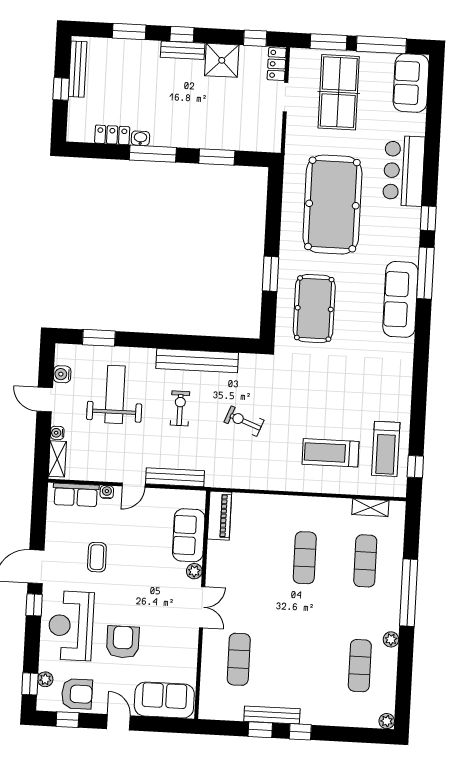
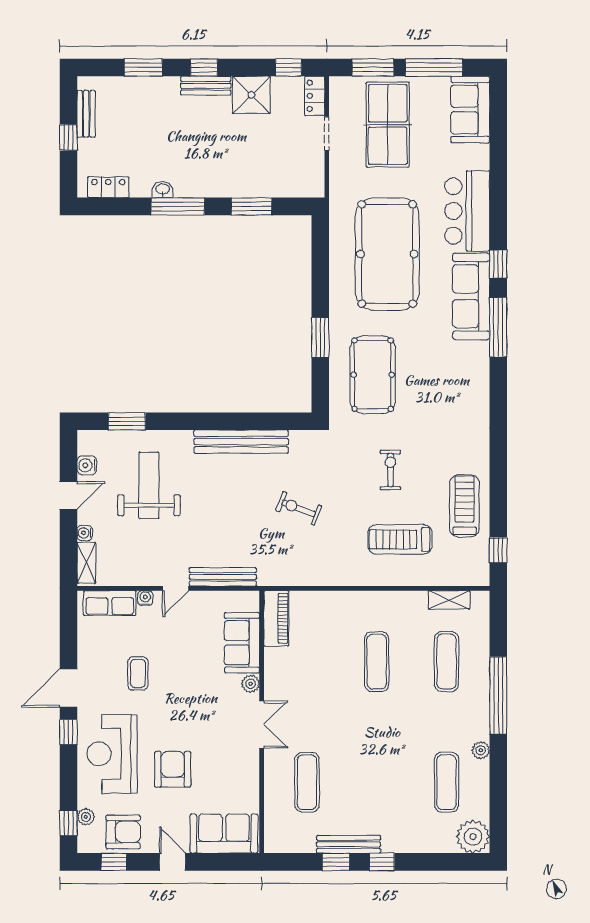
bench: (78, 69) -> (86, 114), width x0.73
locker: (112, 135) -> (108, 187), moved
sofa: (400, 299) -> (471, 296), moved
door: (45, 399) -> (68, 495), swing flipped
exercise bike: (180, 408) -> (390, 470), moved
treadmill: (386, 449) -> (464, 506), moved, turned 180
plant: (387, 721) -> (473, 837), width x1.87, depth x1.87

